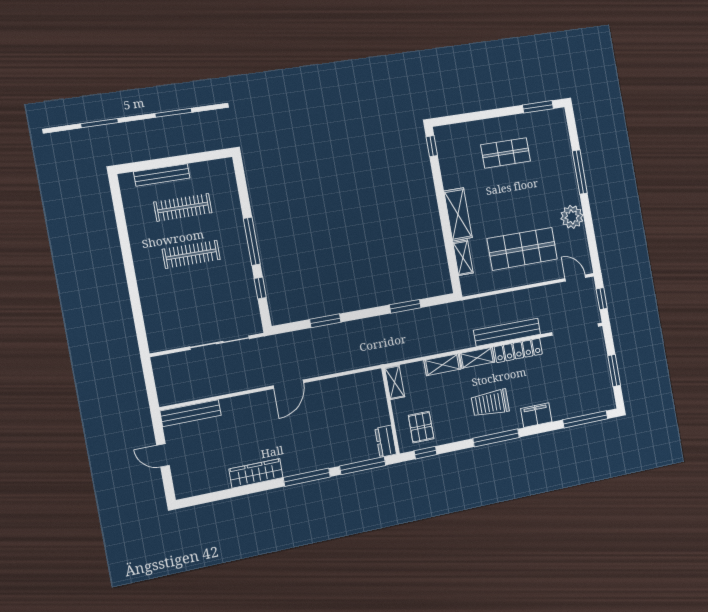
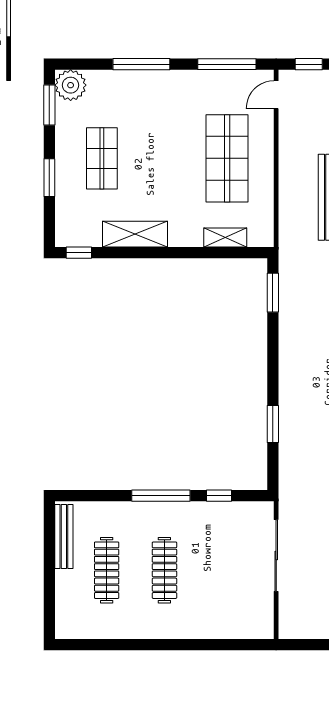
window: (484, 115) -> (49, 178), added
bench: (162, 175) -> (64, 536), moved
shelving: (458, 214) -> (135, 234), moved
plant: (572, 217) -> (71, 85), moved
window: (591, 237) -> (227, 64), added
window: (405, 306) -> (273, 293), moved

